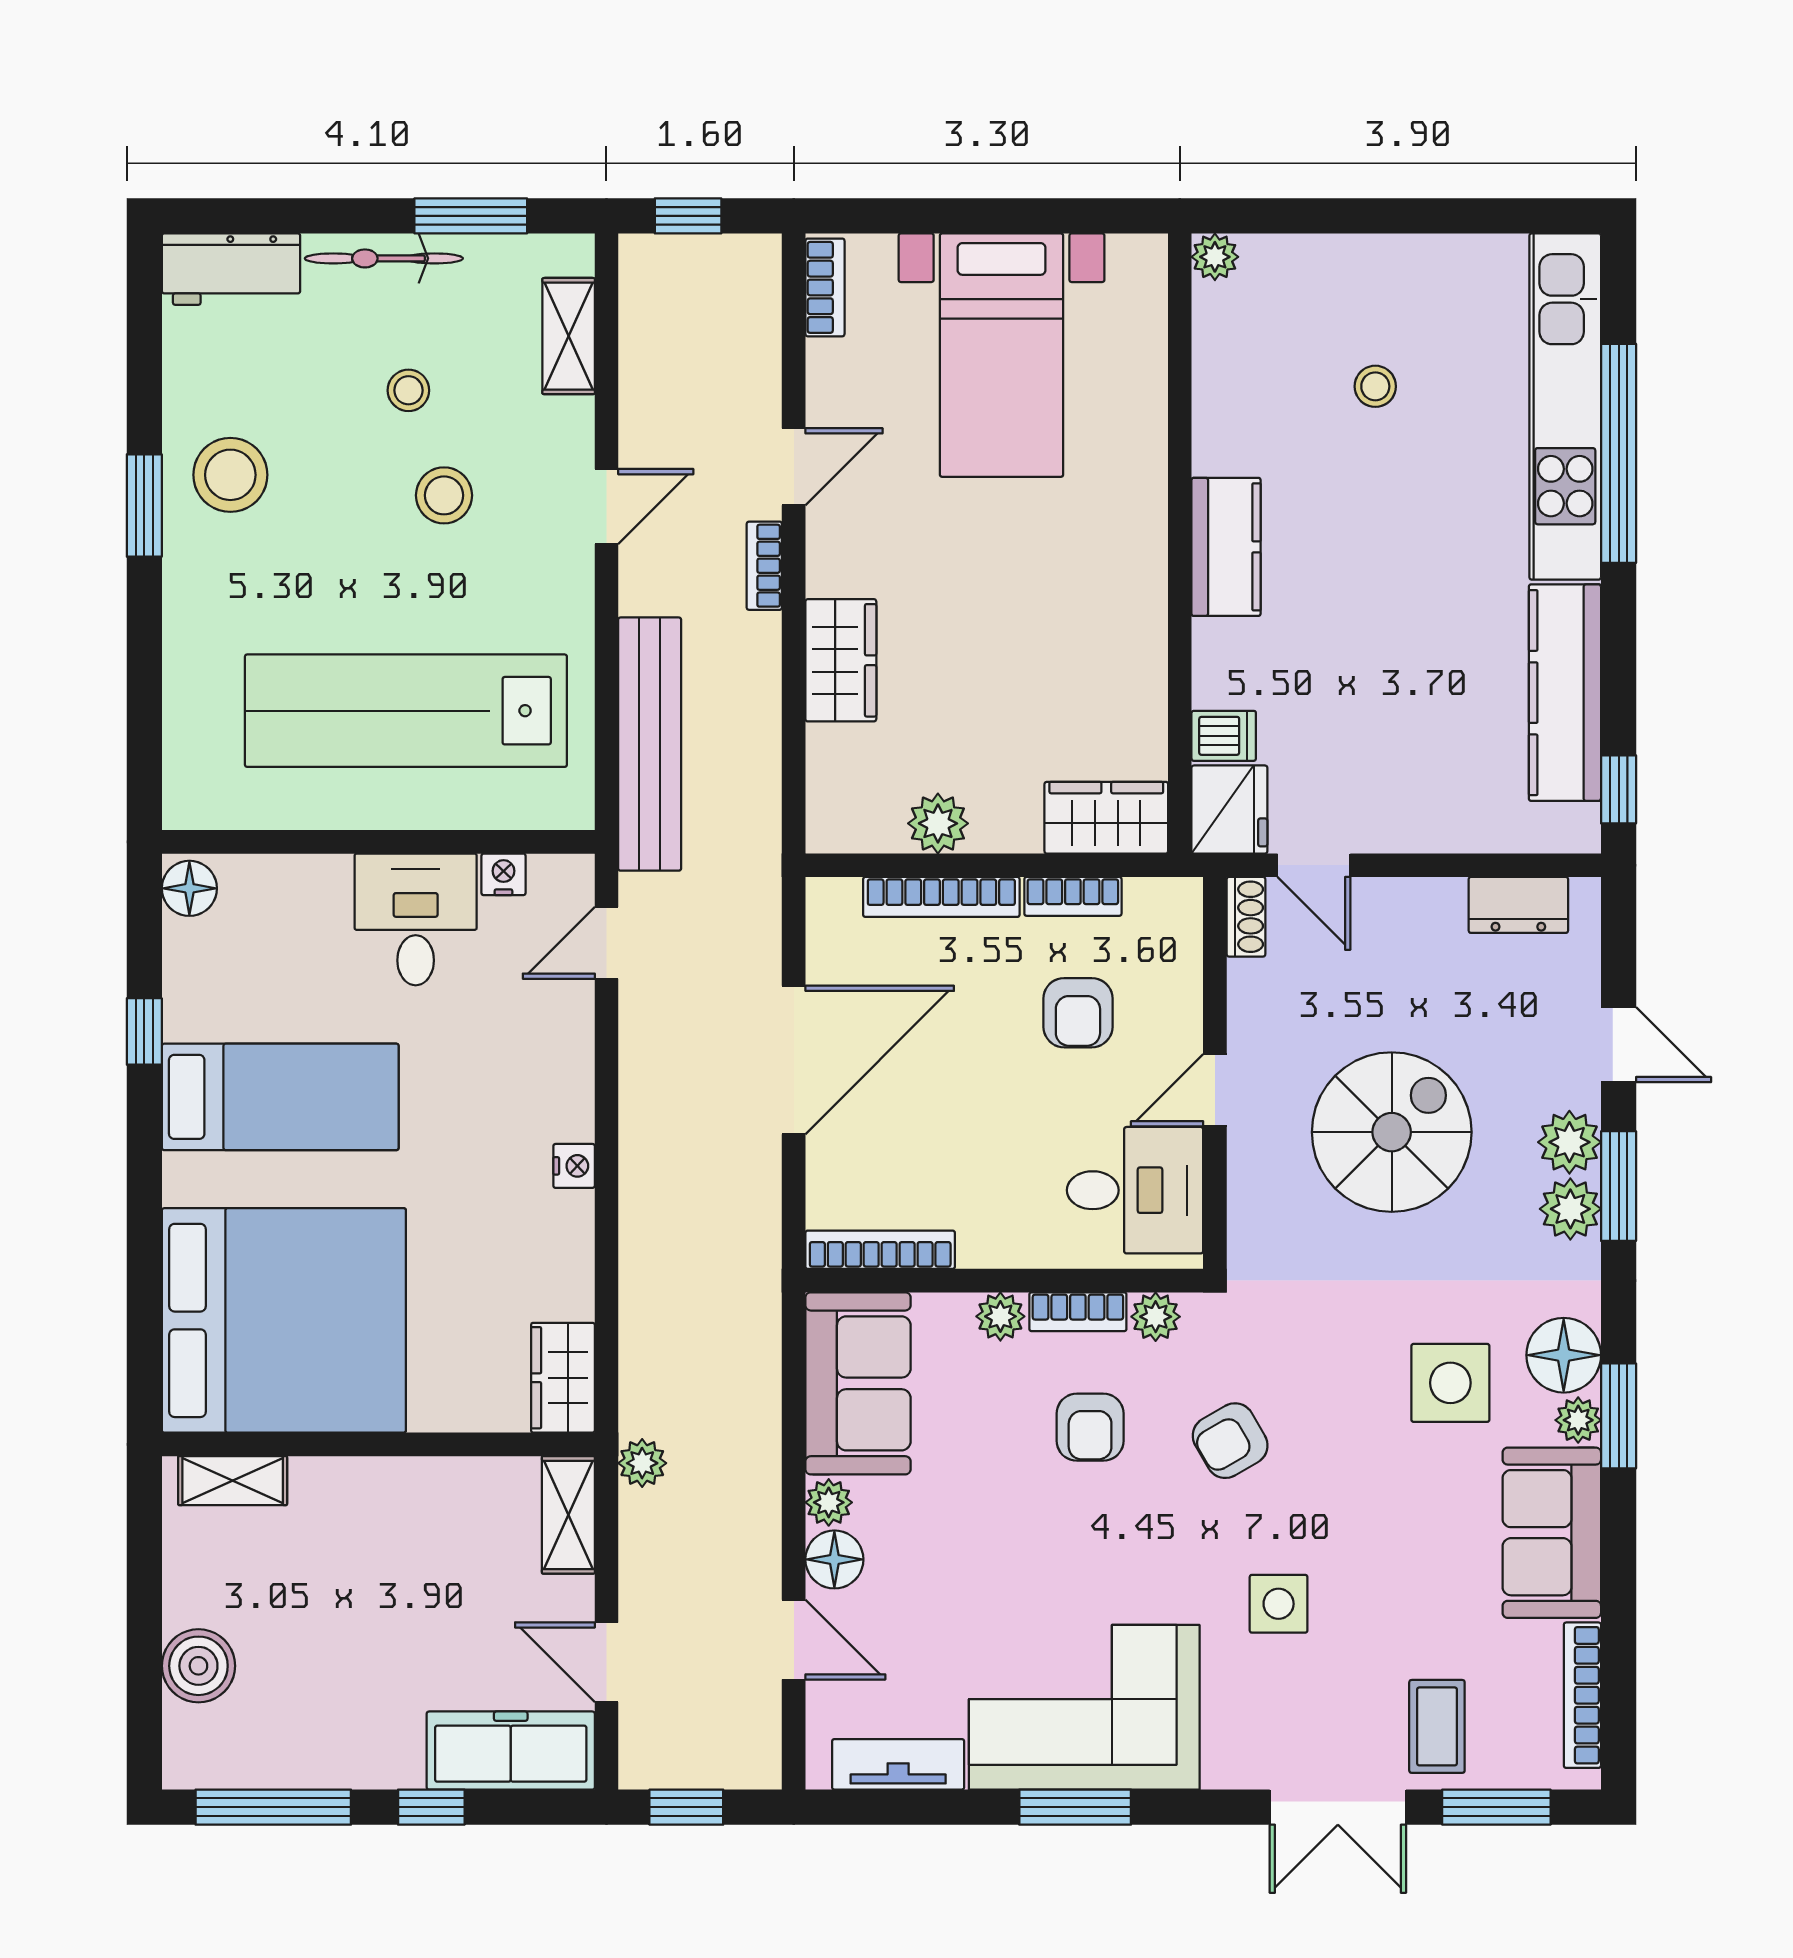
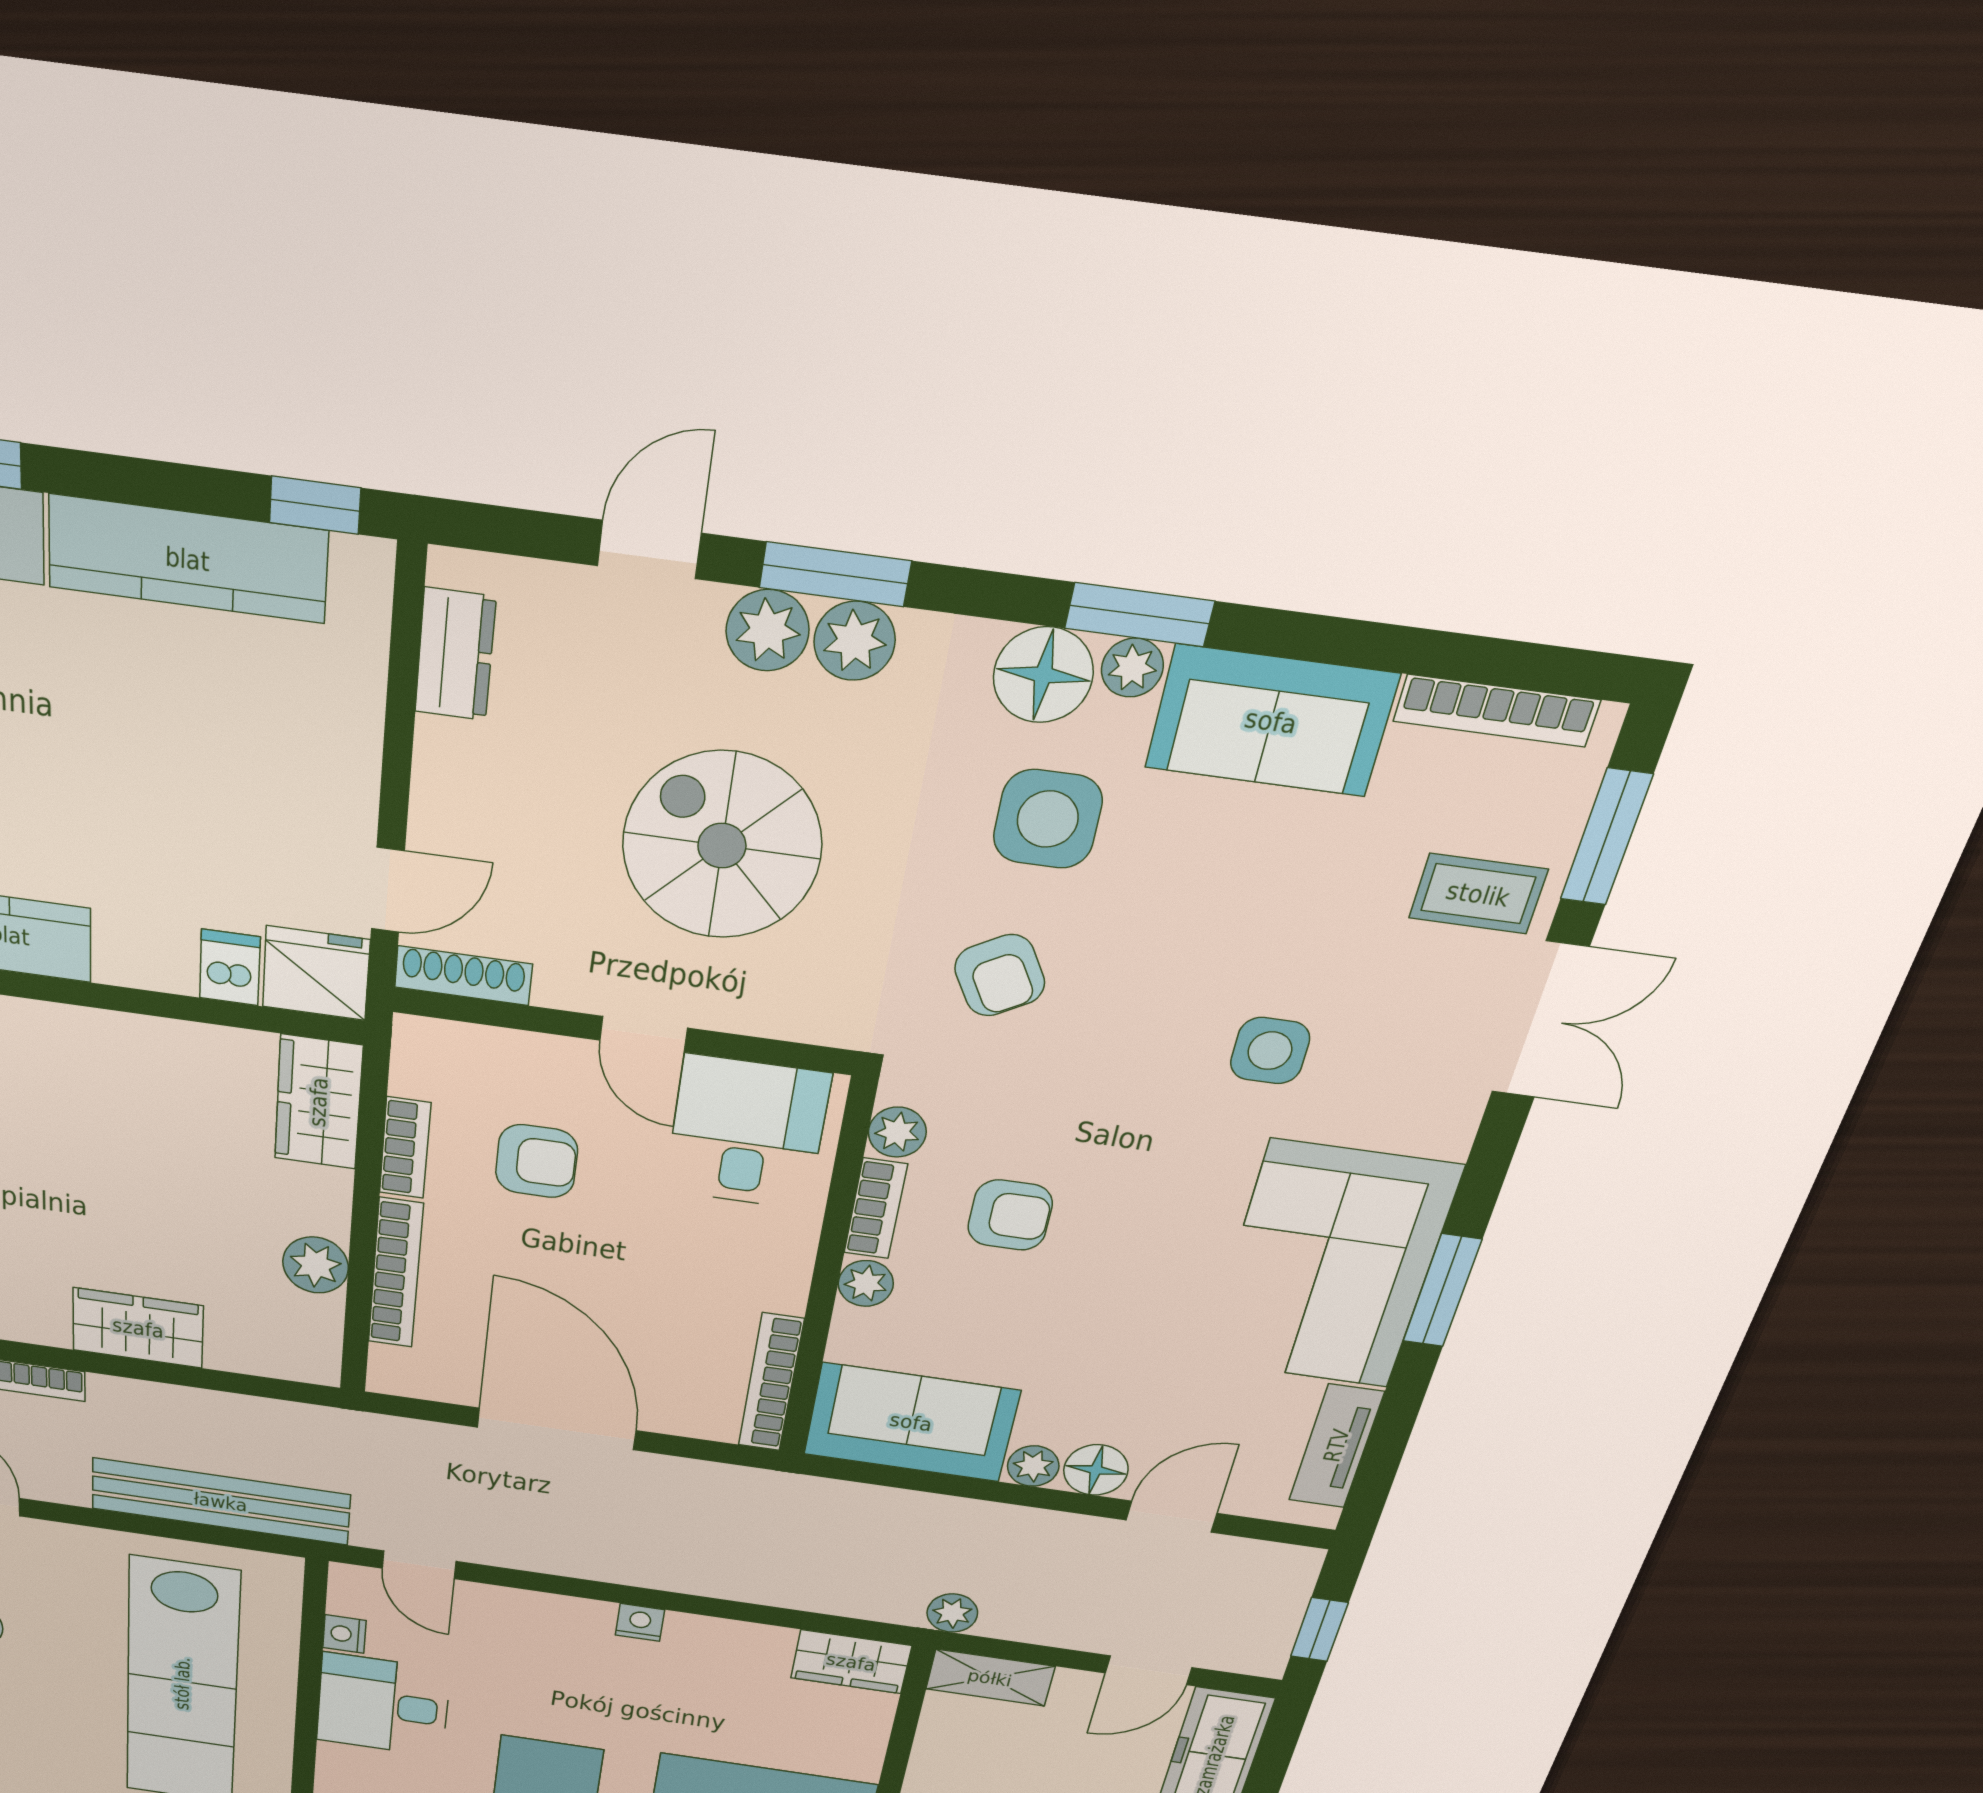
shoe rack: (1246, 917) -> (463, 976), width x1.43
armchair: (1230, 1441) -> (1000, 975), moved

